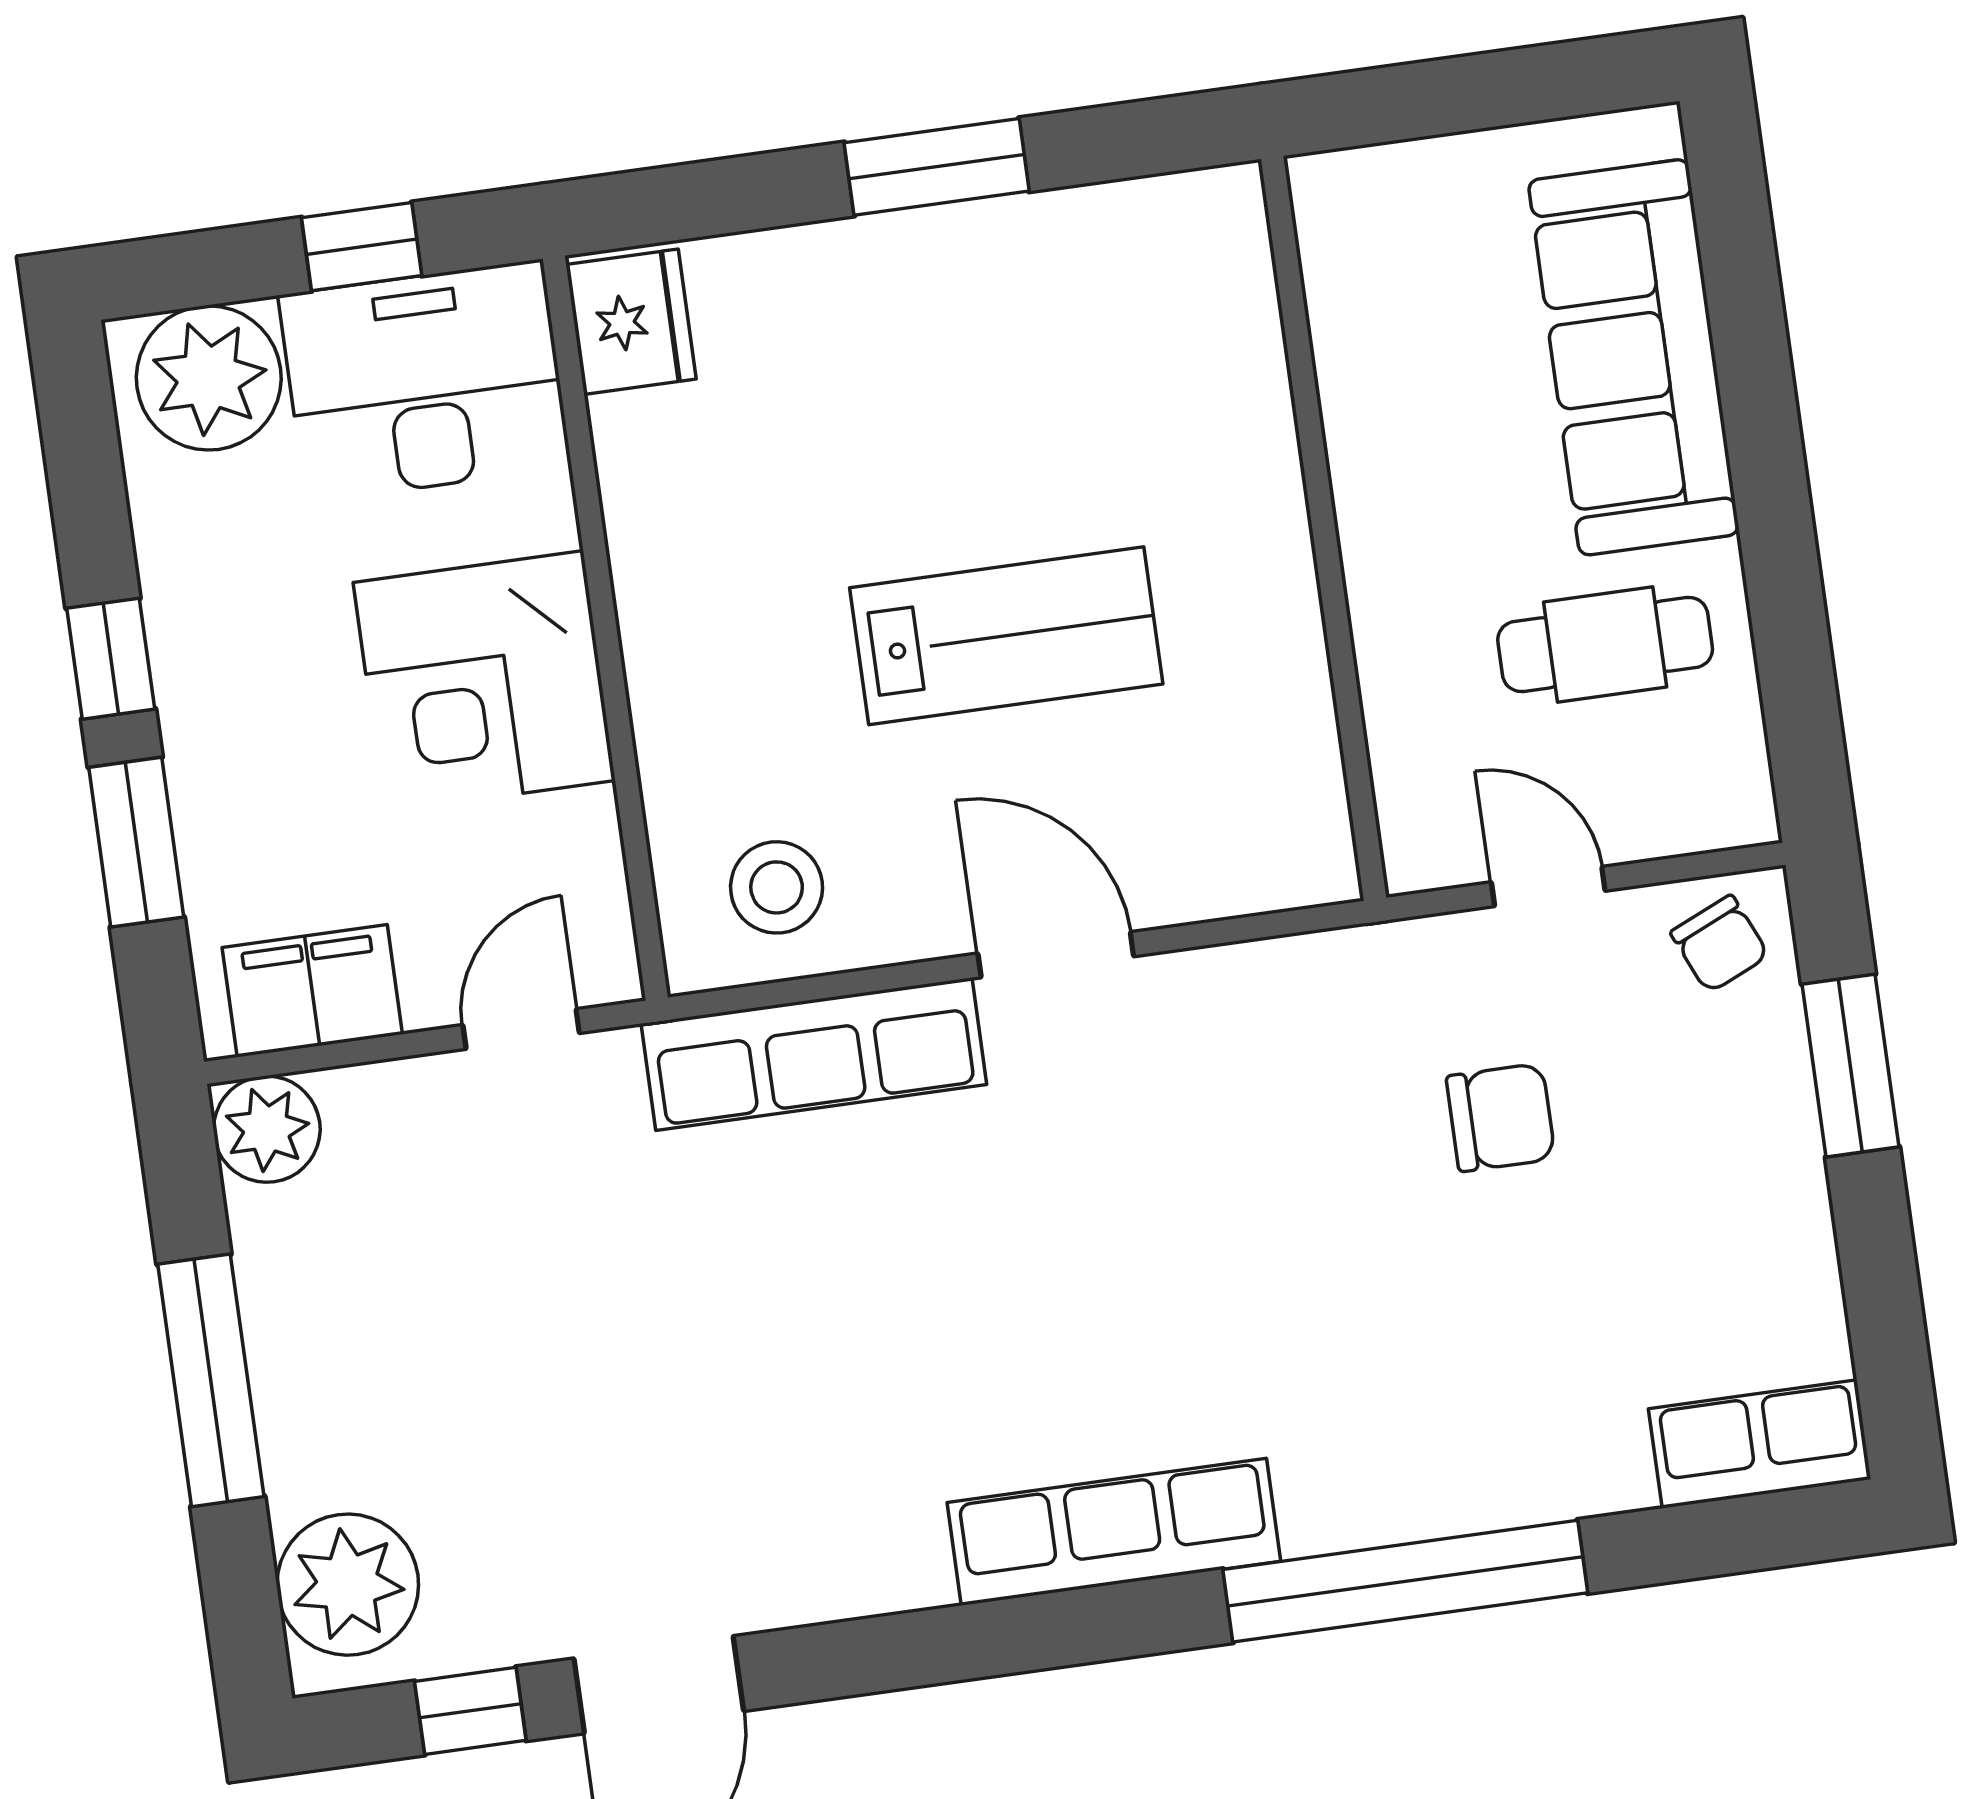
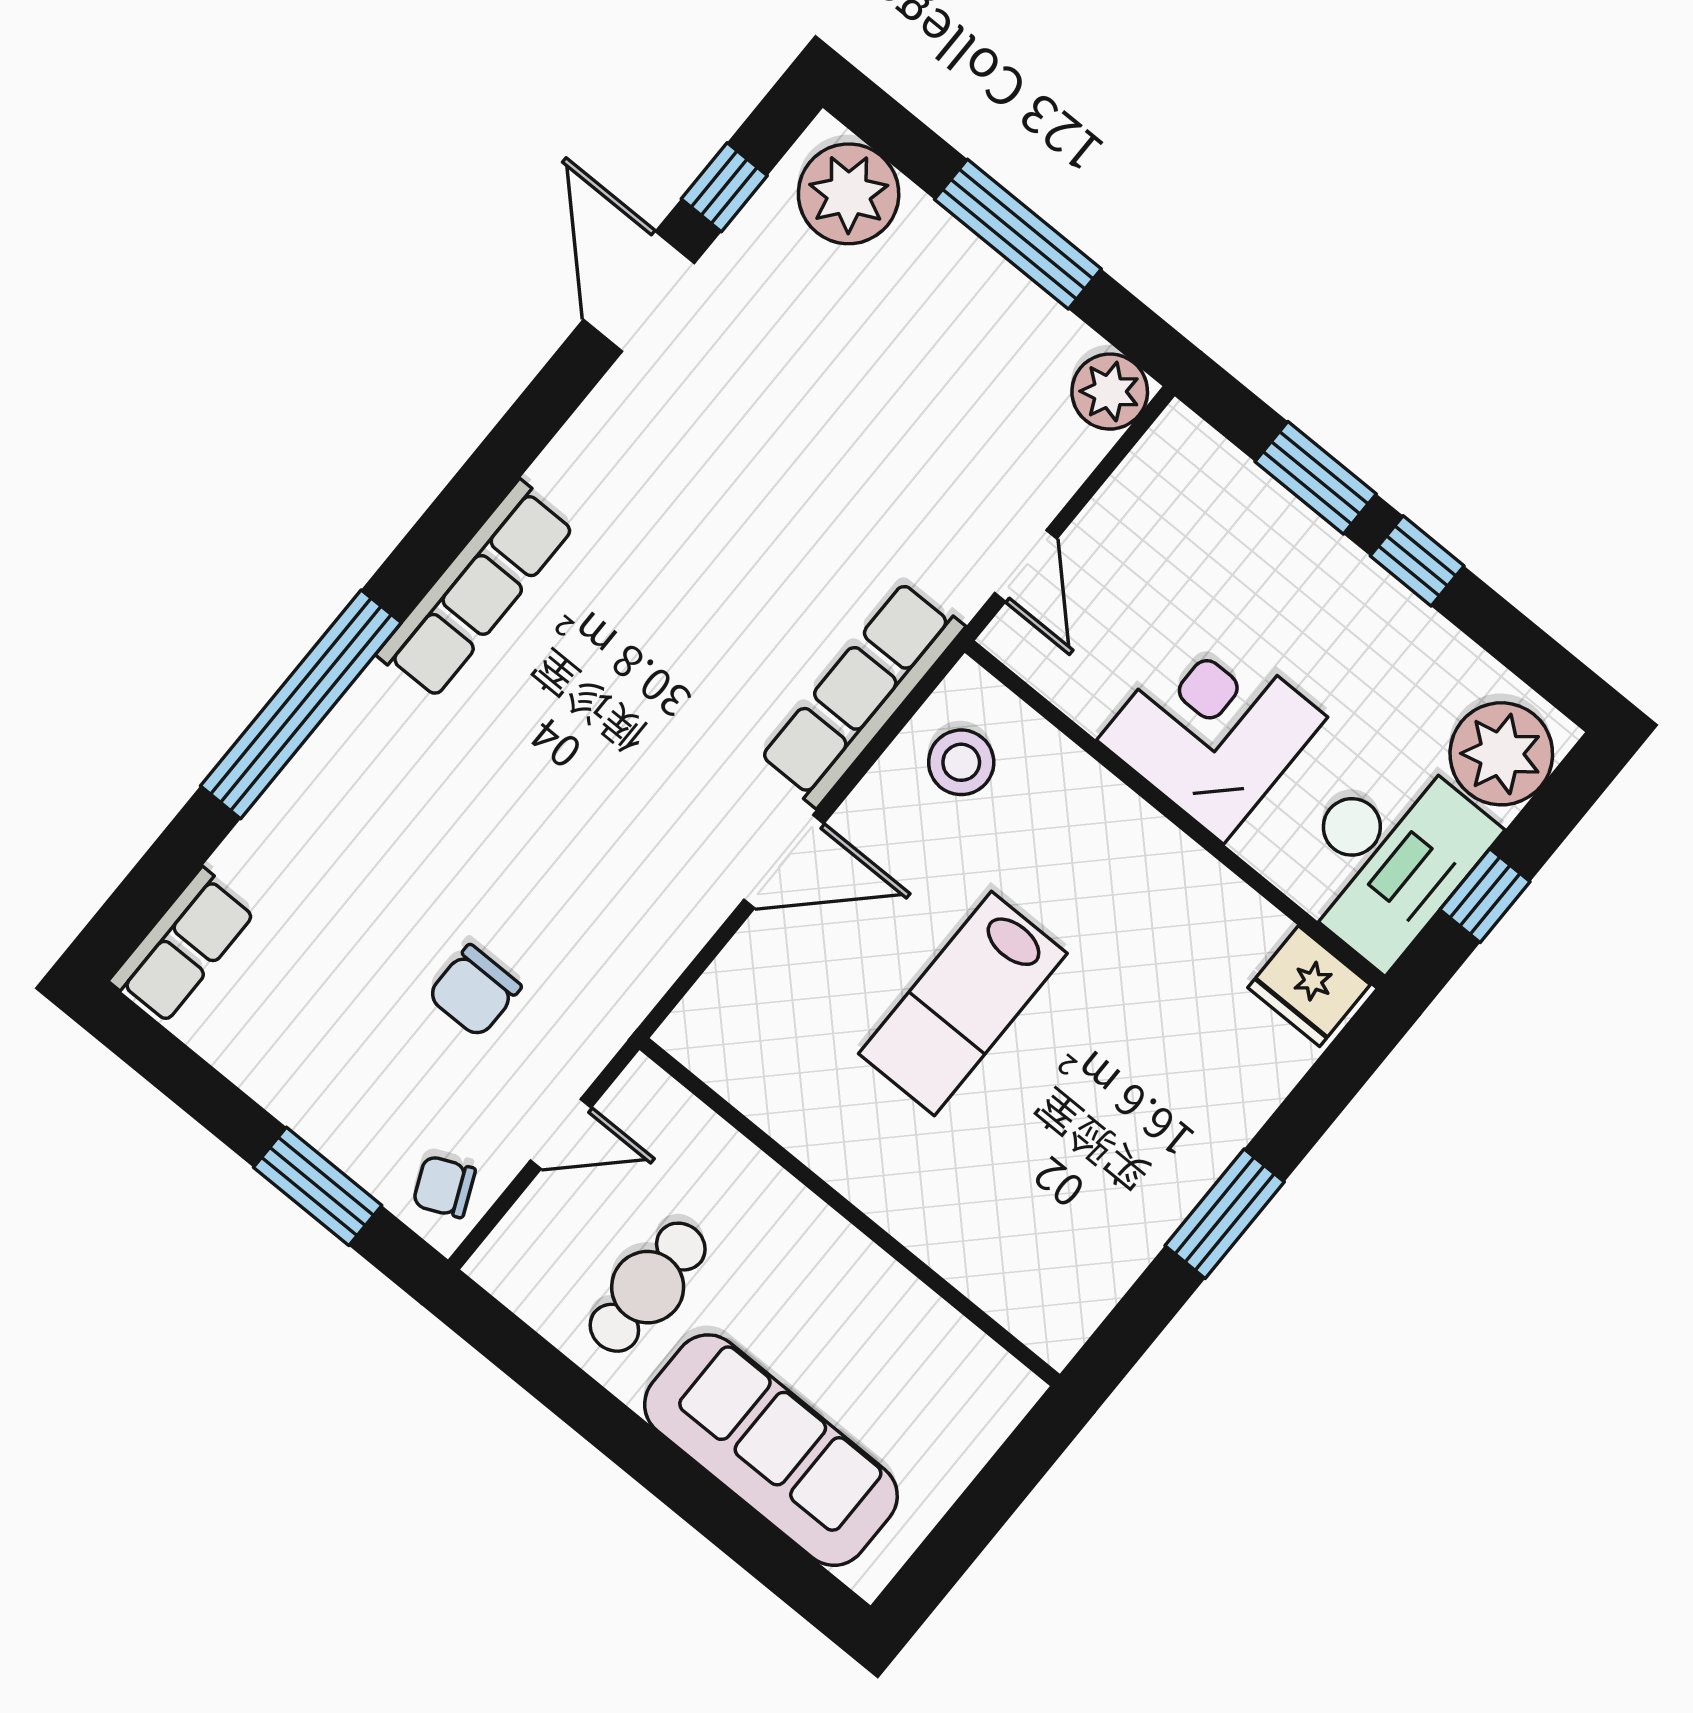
filing cabinet: (312, 991) -> (1153, 485), removed

